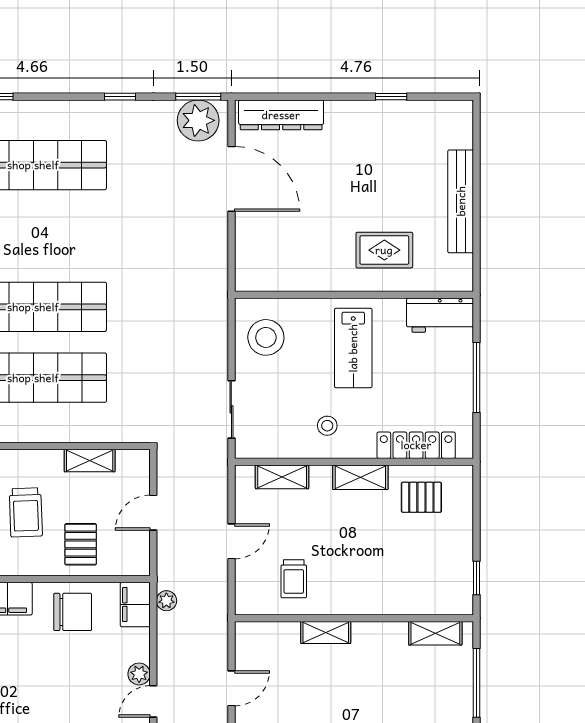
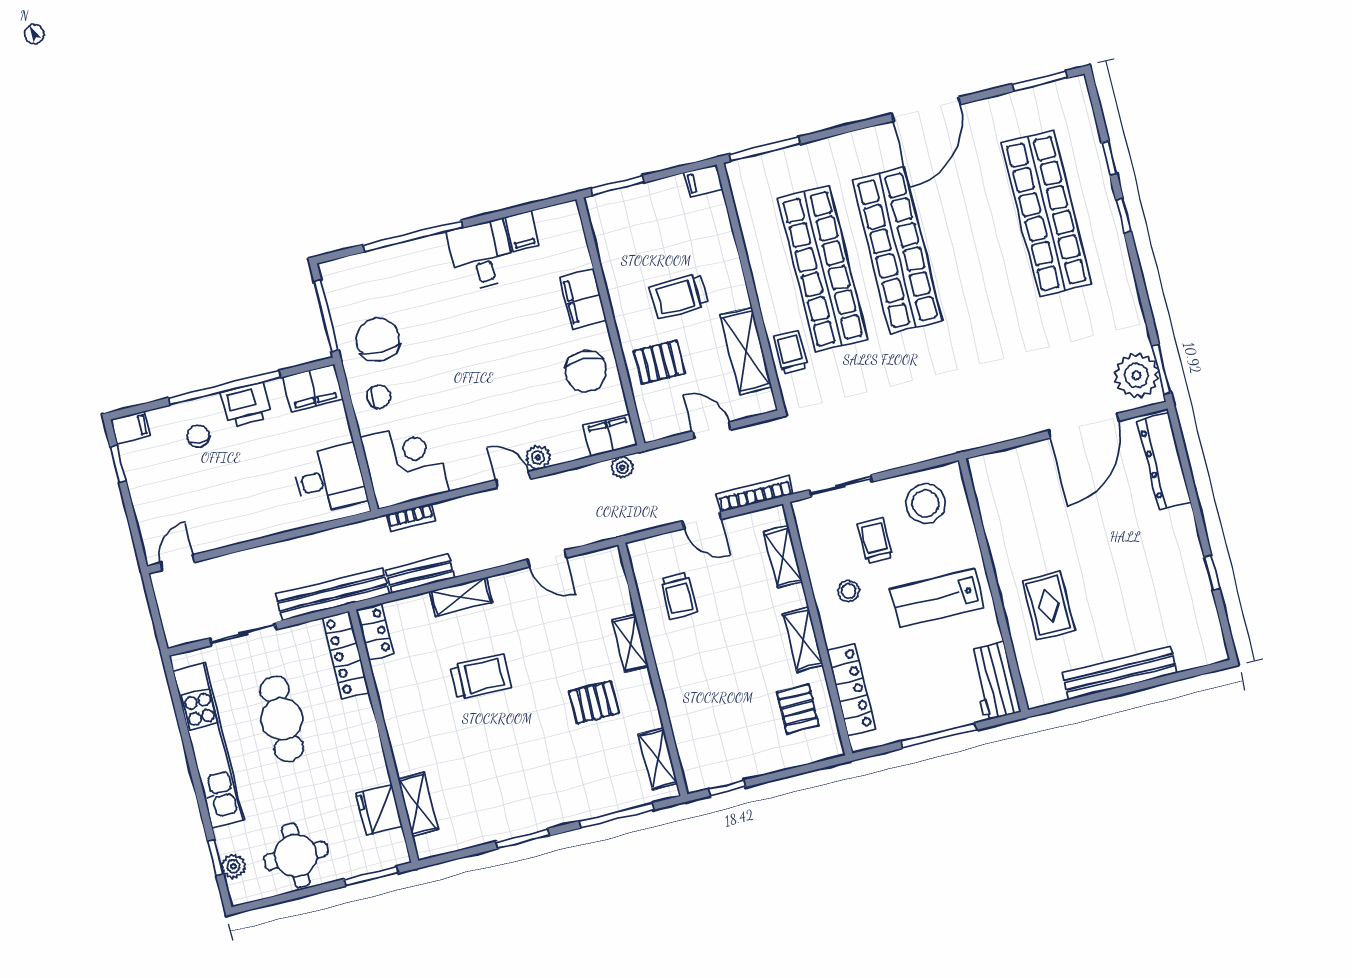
window: (120, 97) -> (1124, 216), moved
trolley: (288, 391) -> (875, 541), added
trolley: (101, 425) -> (790, 352), added
shelving: (90, 461) -> (746, 351), width x1.50, depth x1.33
bookcase: (220, 488) -> (755, 494), added
trolley: (294, 579) -> (679, 596), turned -90
pallet: (370, 678) -> (594, 702), added

